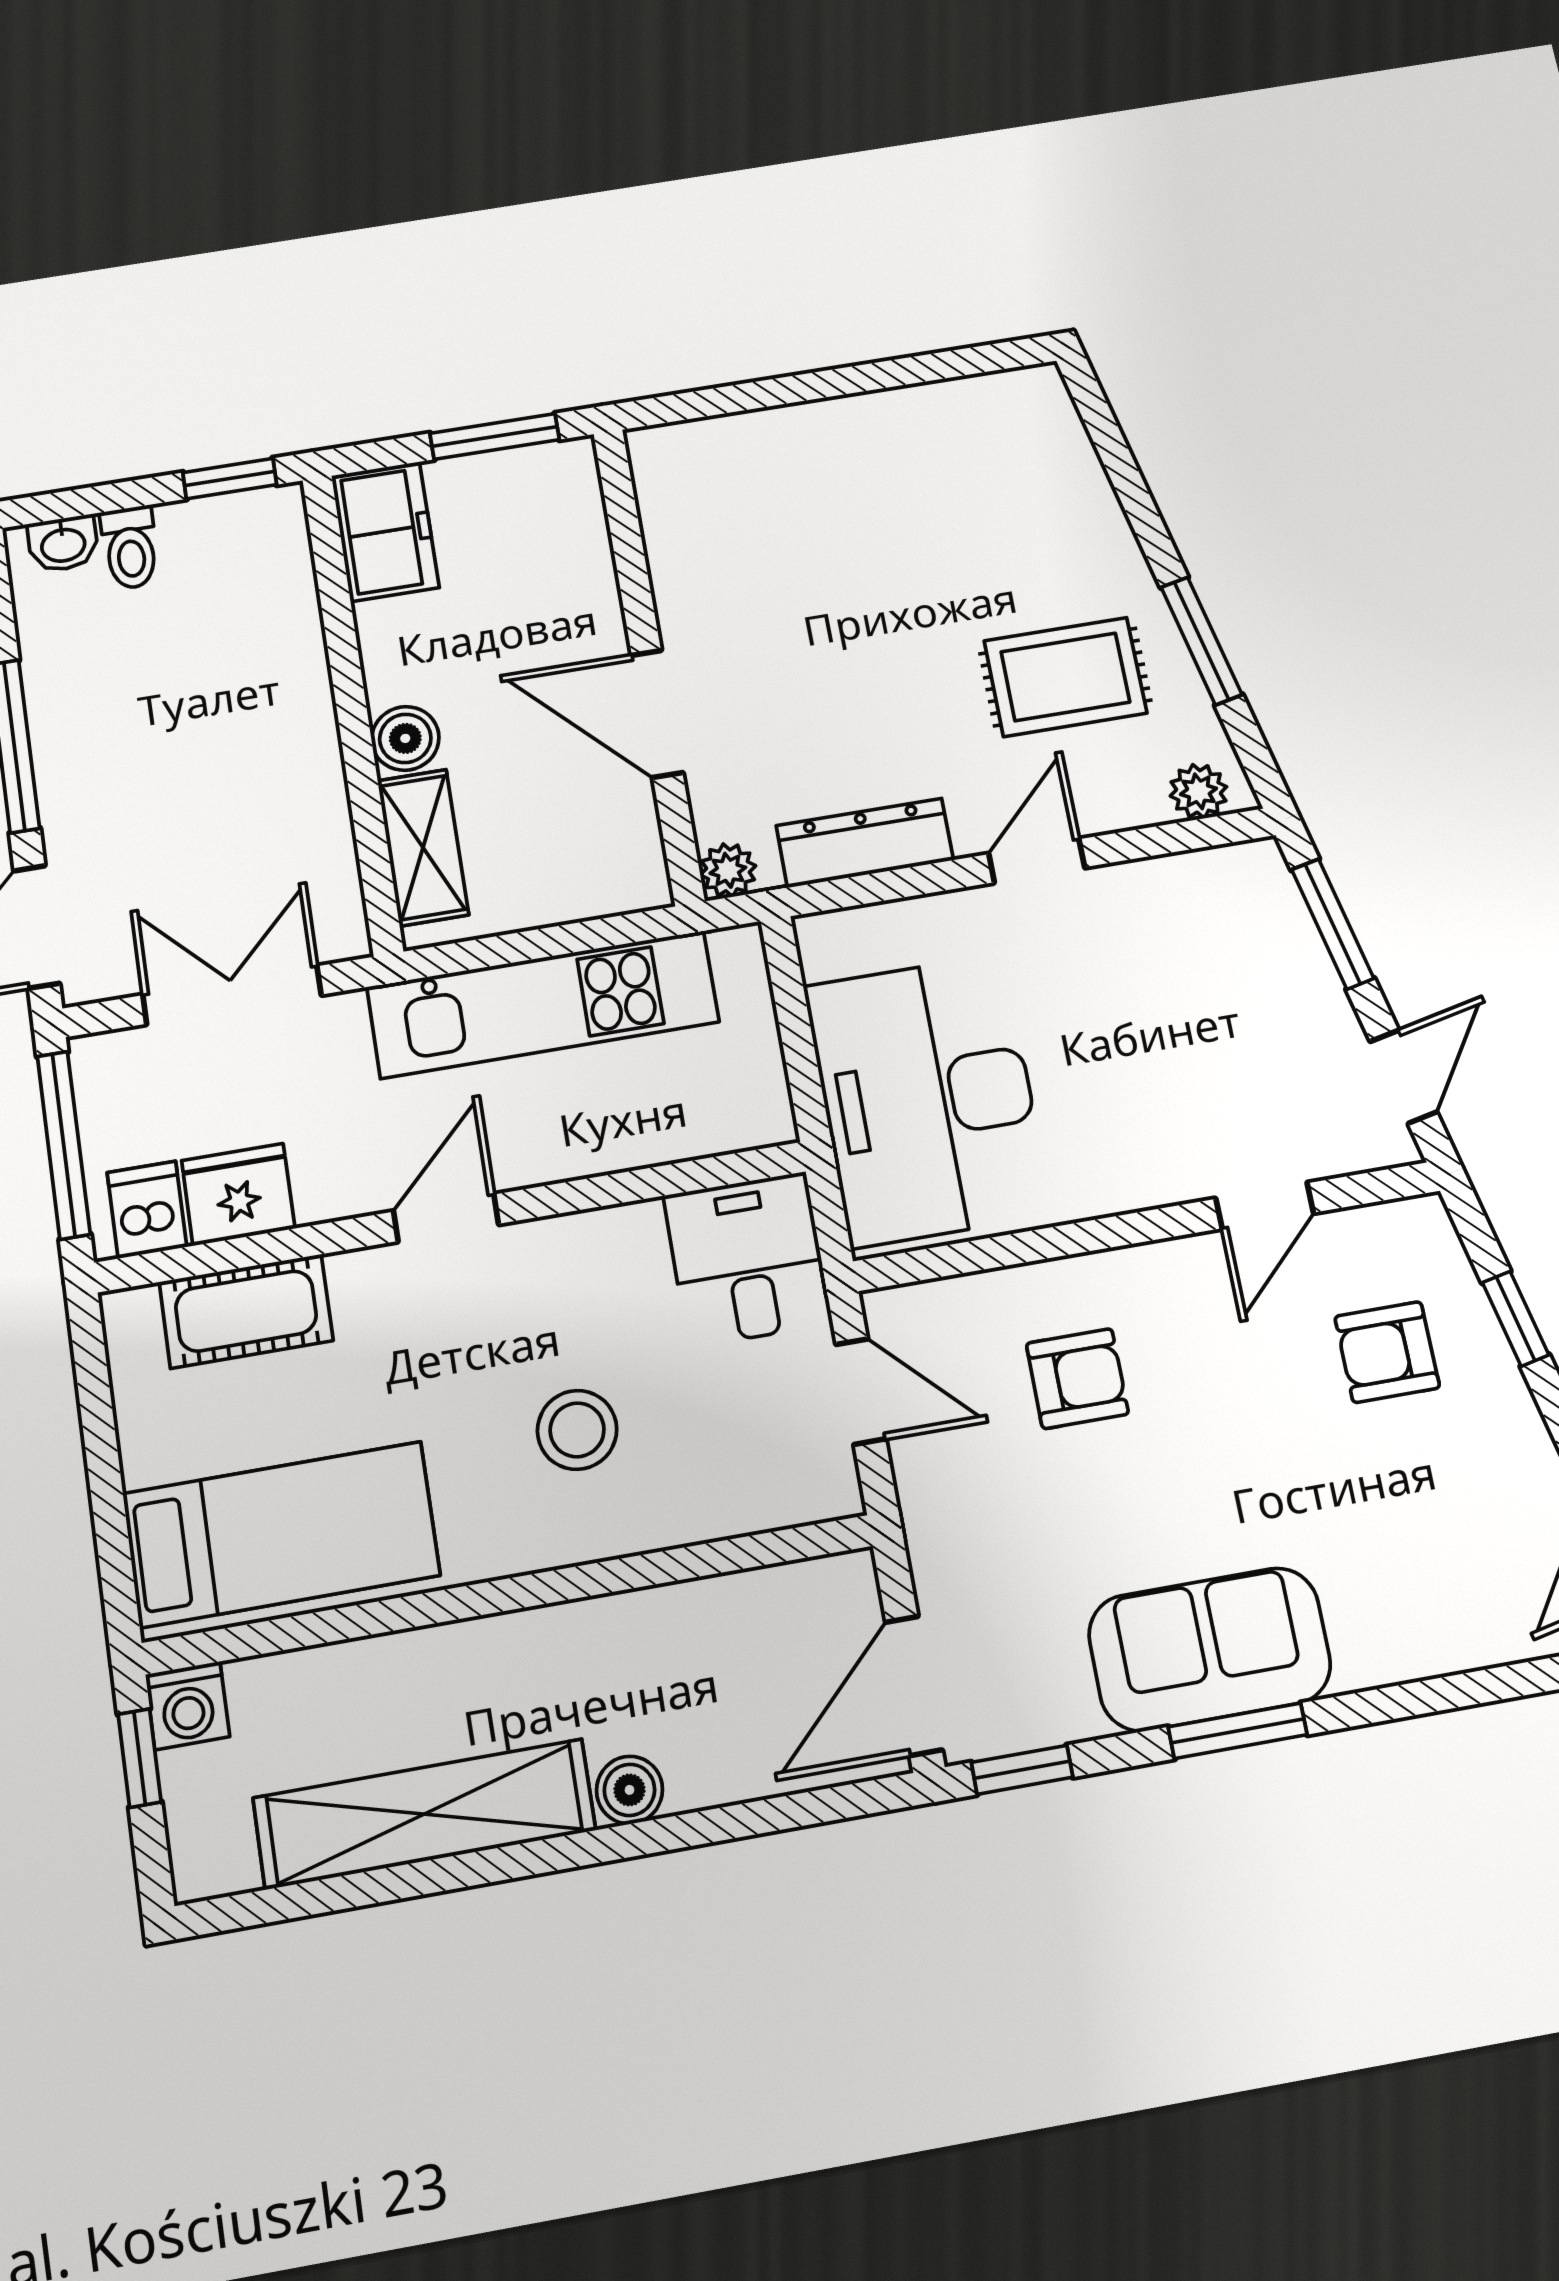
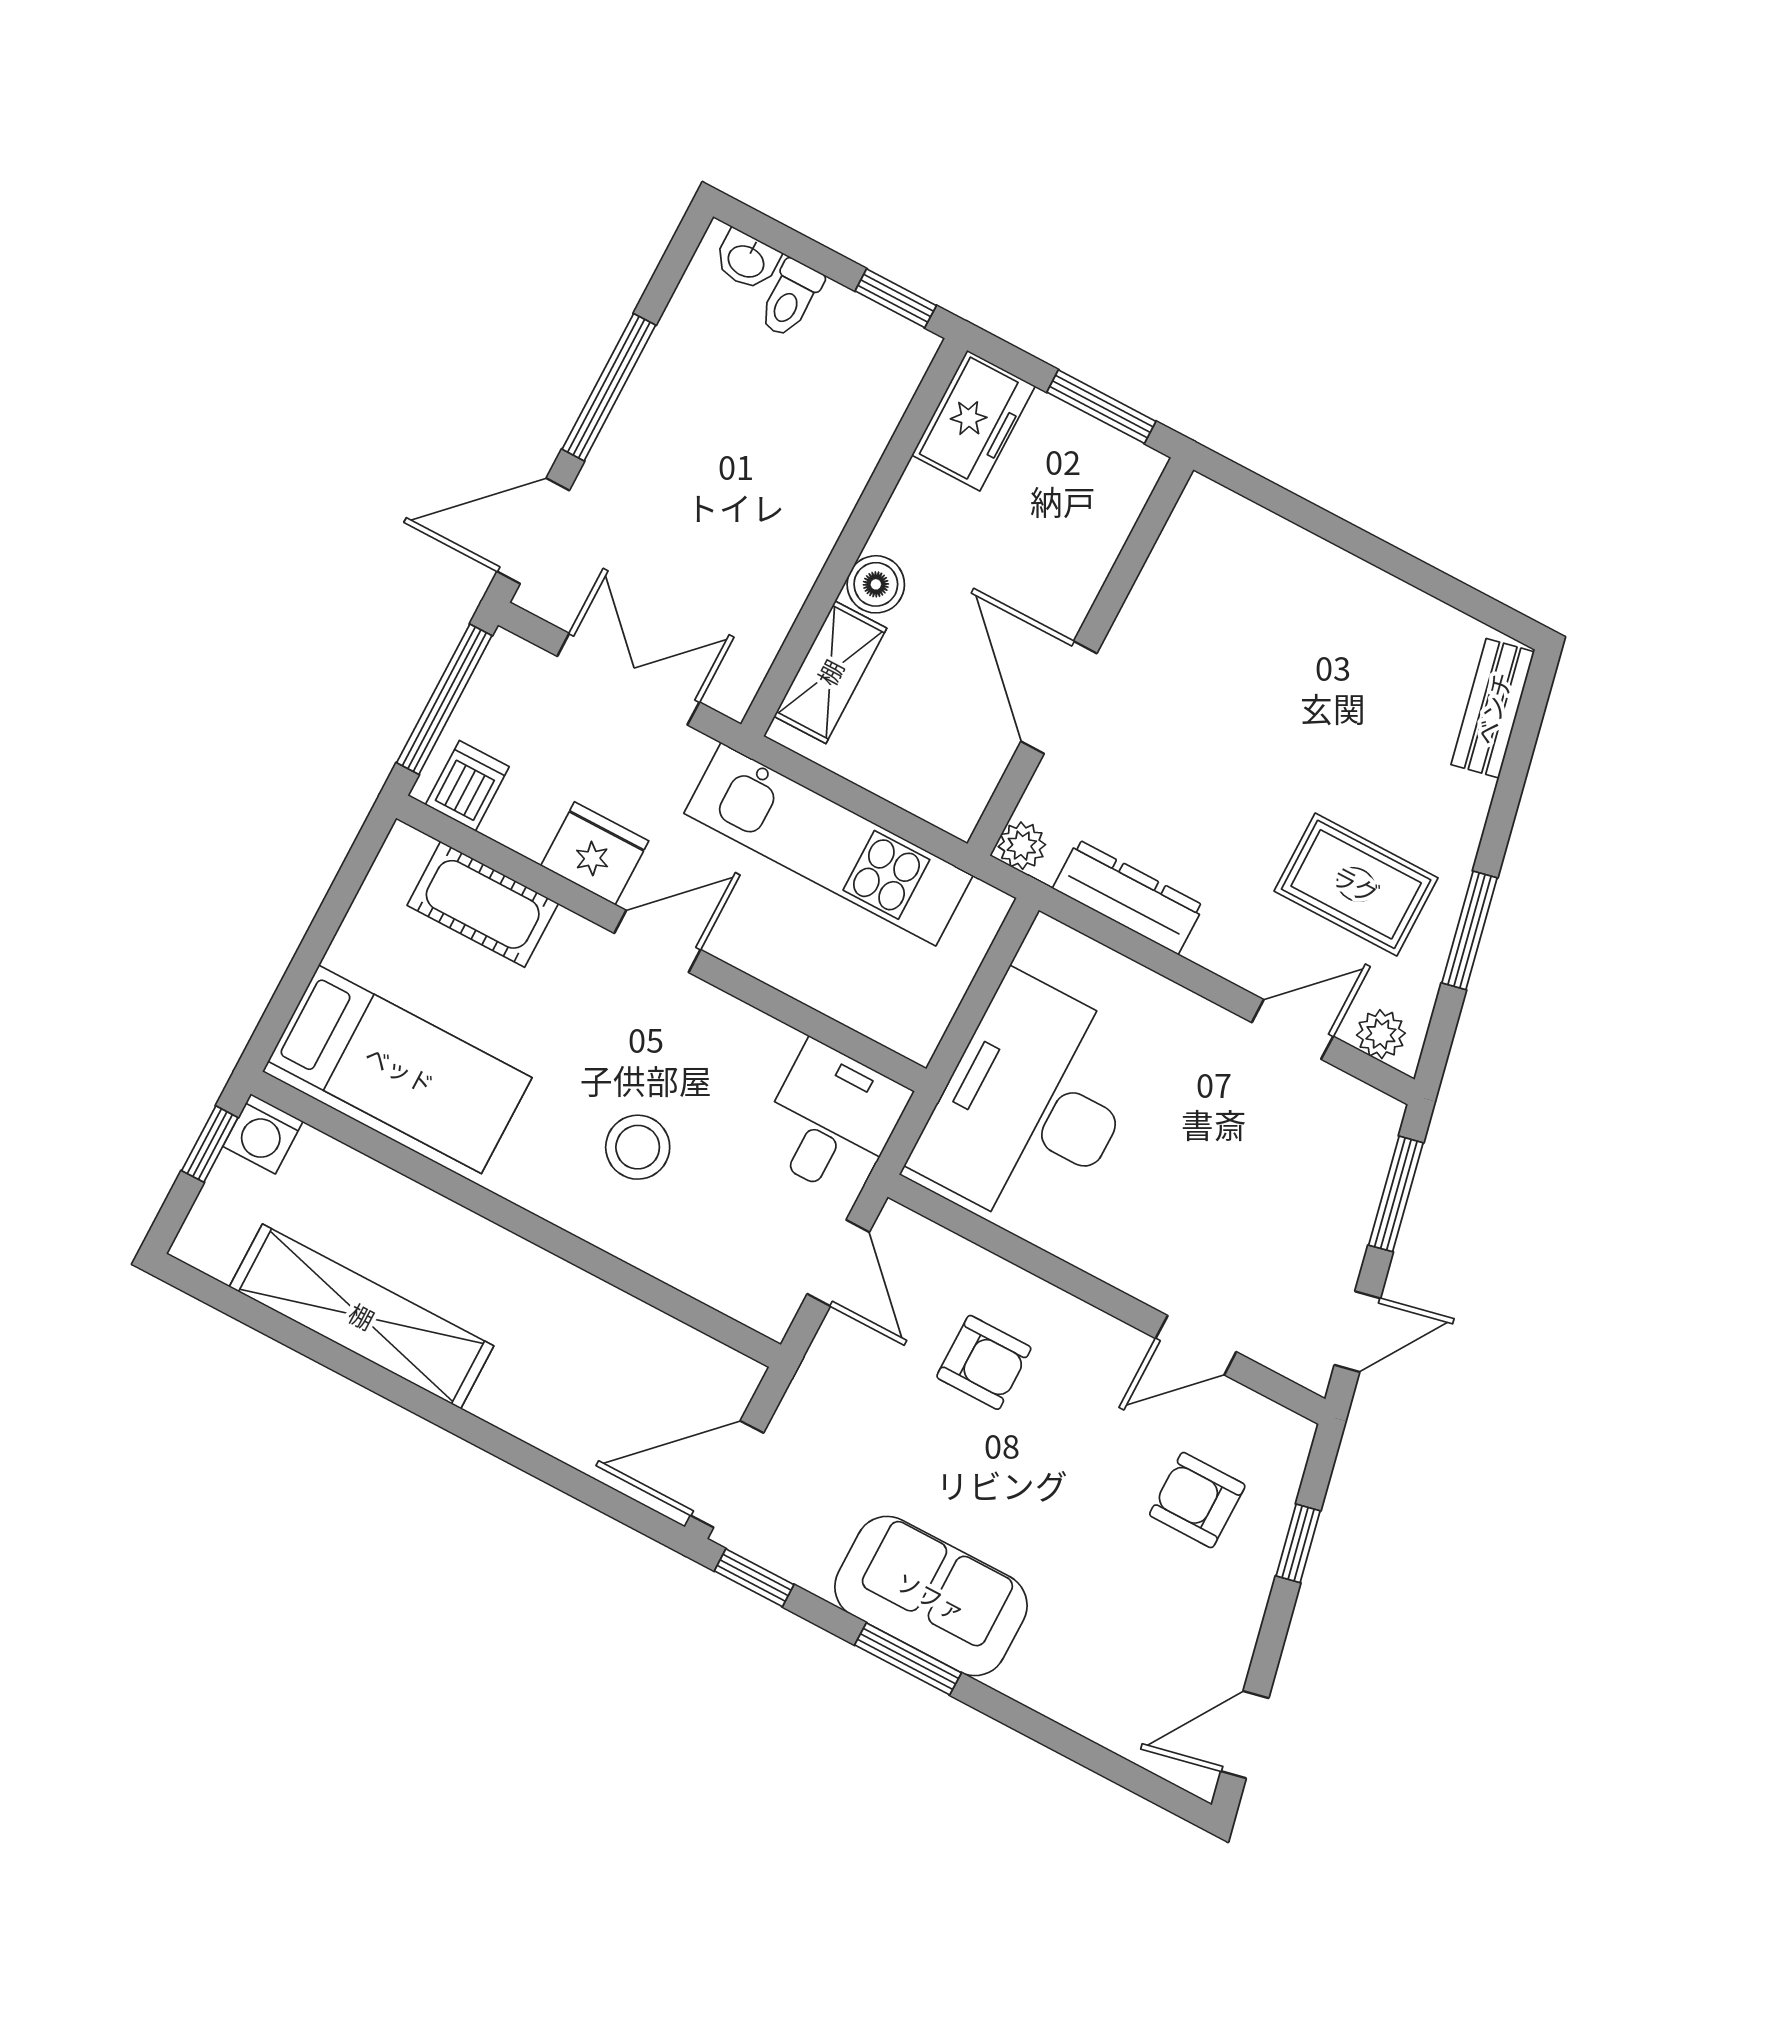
bench: (1061, 437) -> (1493, 708), added
door: (1037, 861) -> (1292, 1029), moved
fridge: (238, 1194) -> (595, 853), moved
boiler: (629, 1790) -> (500, 1400), removed

